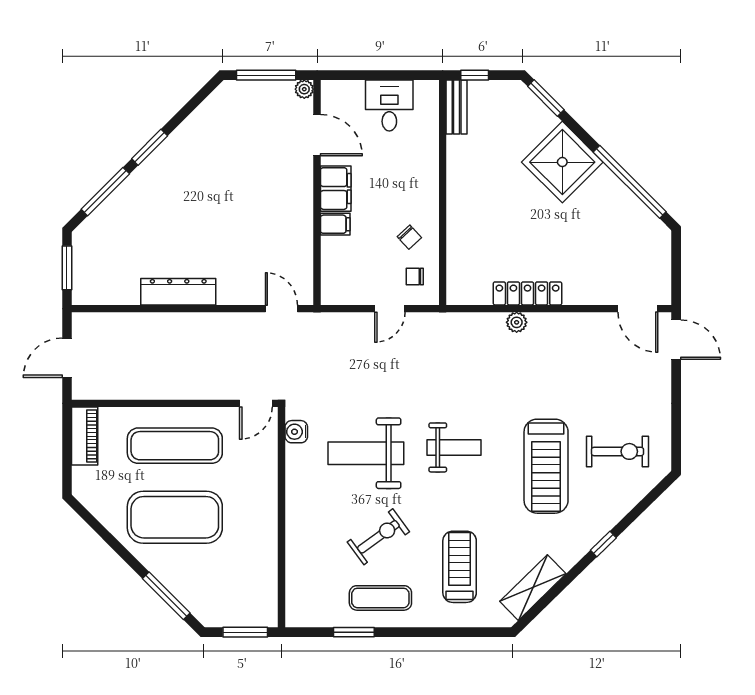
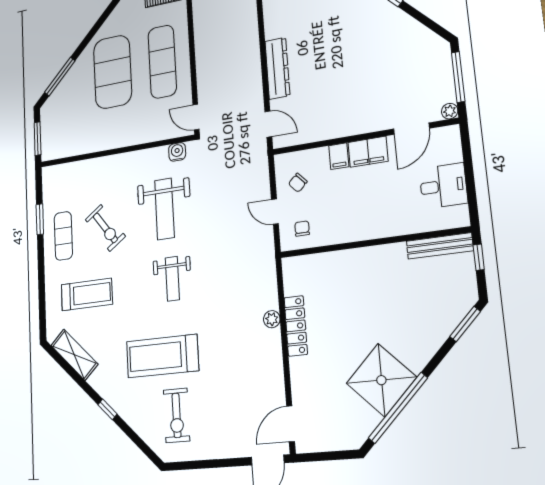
bench: (457, 107) -> (440, 246), width x1.36
shower: (562, 162) -> (381, 380), moved
chair: (409, 237) -> (298, 183), moved
dresser: (178, 292) -> (277, 68), moved
door: (281, 309) -> (268, 124), hinge flipped
weight bench: (366, 453) -> (164, 209), turned 180

